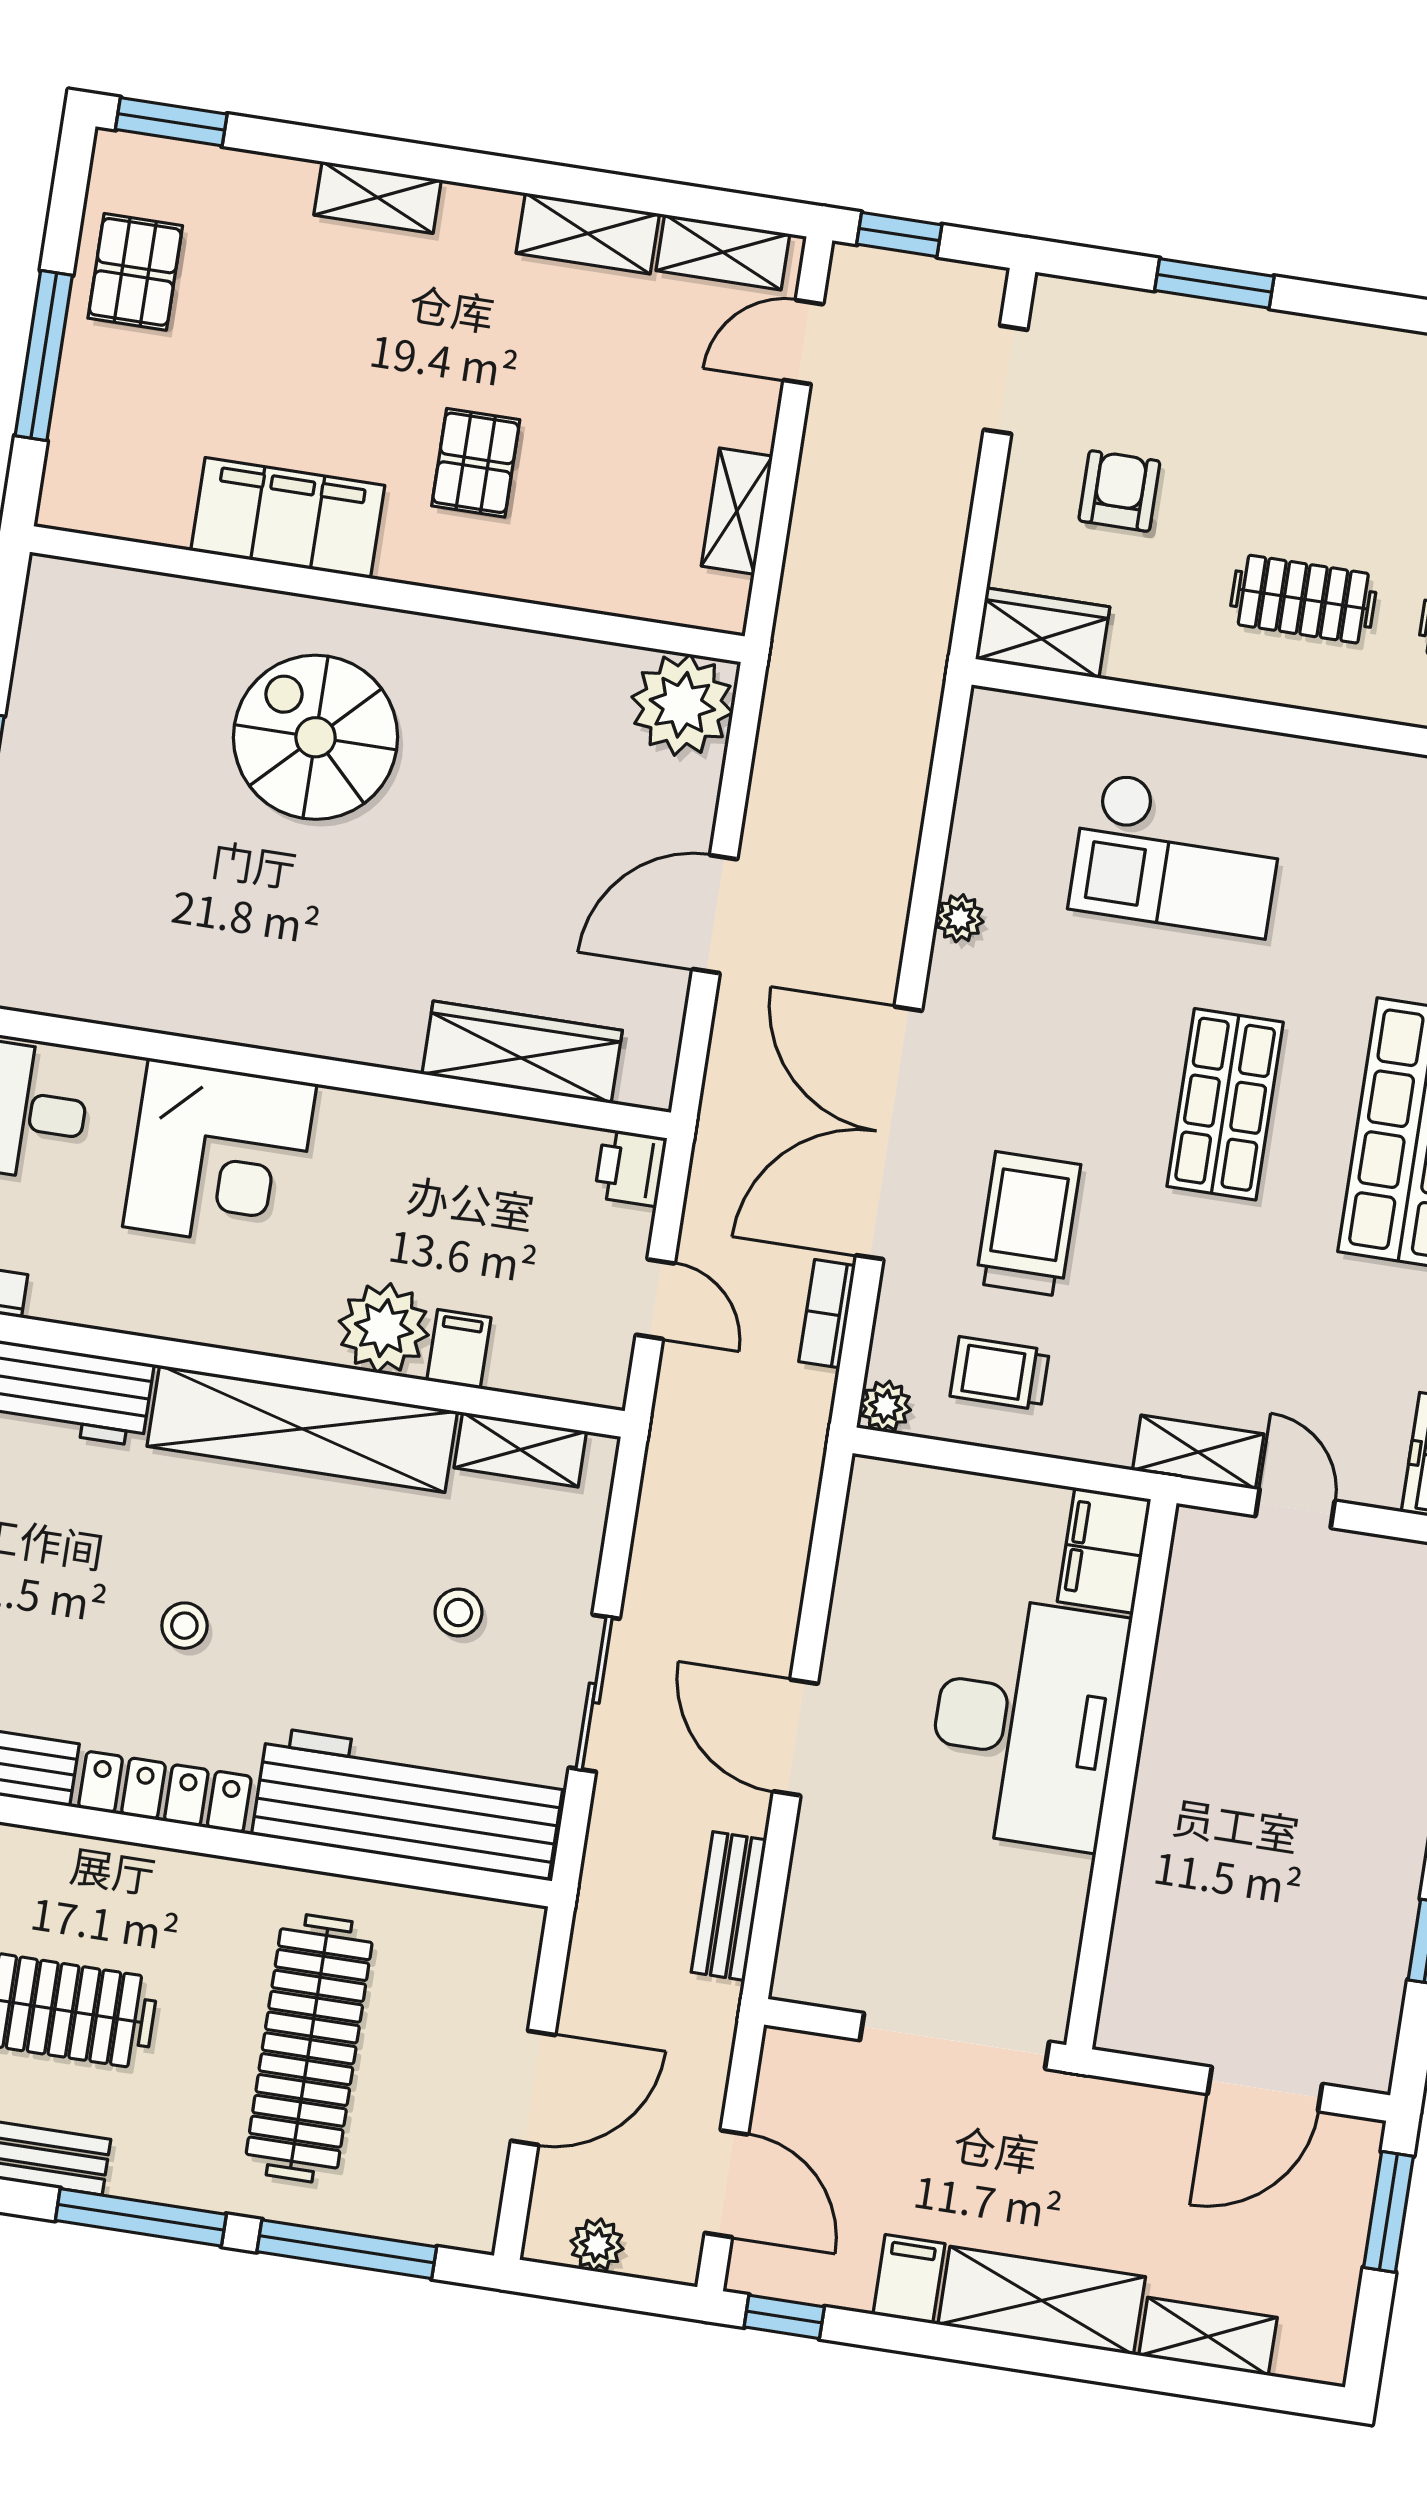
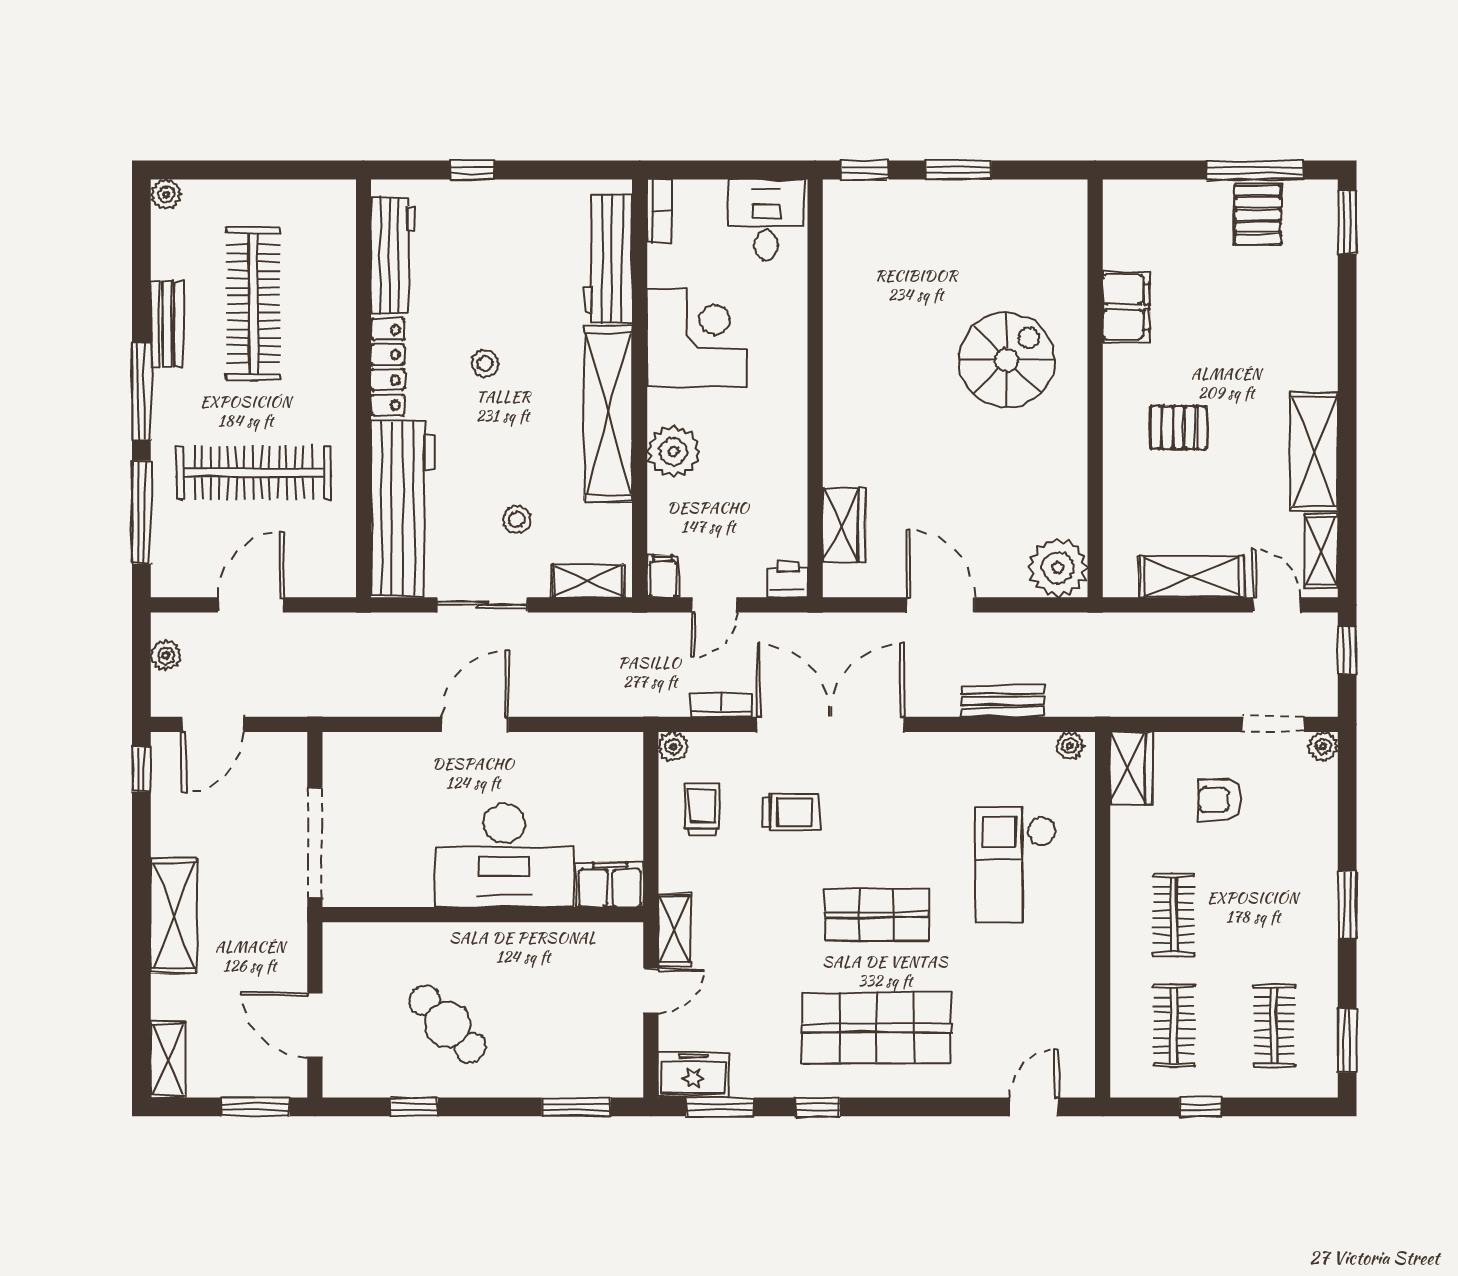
shelving: (378, 197) -> (1322, 348), removed
shelving: (588, 233) -> (1314, 452), width x1.50, depth x1.33
pallet: (135, 272) -> (1258, 215), turned 90
window: (1214, 283) -> (1347, 905), moved
plant: (1056, 301) -> (1323, 746), added
window: (44, 356) -> (1255, 170), moved
armchair: (1119, 491) -> (1219, 800), turned 180
shelving: (737, 511) -> (1191, 577), width x1.50, depth x1.33
filing cabinet: (288, 518) -> (1126, 307), width x0.67, depth x0.86
plant: (960, 918) -> (1070, 746), moved
wardrobe: (522, 1052) -> (844, 525), width x0.67
corner desk: (220, 1155) -> (697, 338), moved, turned 180
trolley: (1028, 1224) -> (790, 812), width x0.73, depth x0.72
filing cabinet: (459, 1349) -> (663, 576), moved, turned -90
shelving: (520, 1450) -> (588, 581), moved, turned 90
cafe table: (1298, 1863) -> (447, 1024), added
bench: (729, 1906) -> (1003, 701), moved
door: (533, 2088) -> (251, 605), swing flipped
filing cabinet: (909, 2279) -> (174, 838), removed
shelving: (1208, 2336) -> (168, 1059), moved

